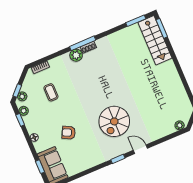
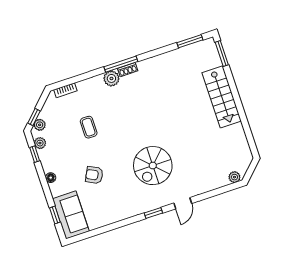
stairs: (155, 40) -> (222, 97), moved
coffee table: (51, 92) -> (89, 127), moved
door: (140, 149) -> (183, 203), swing flipped

